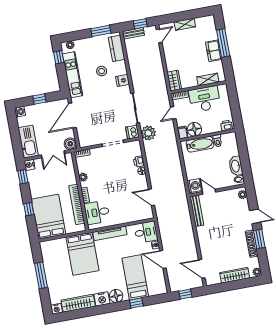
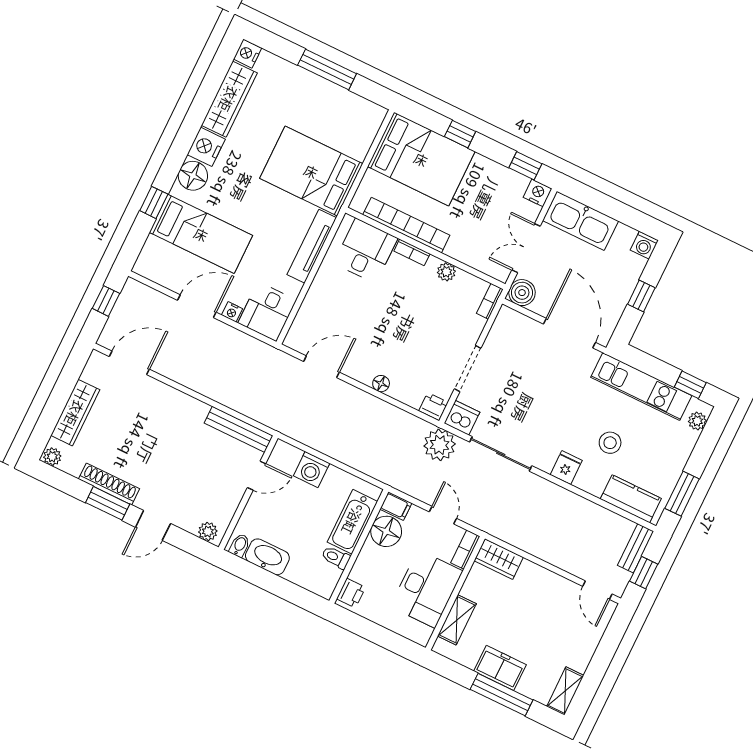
shelving: (185, 24) -> (565, 691), moved
printer: (139, 162) -> (433, 407), moved
washing machine: (194, 186) -> (312, 470), moved

